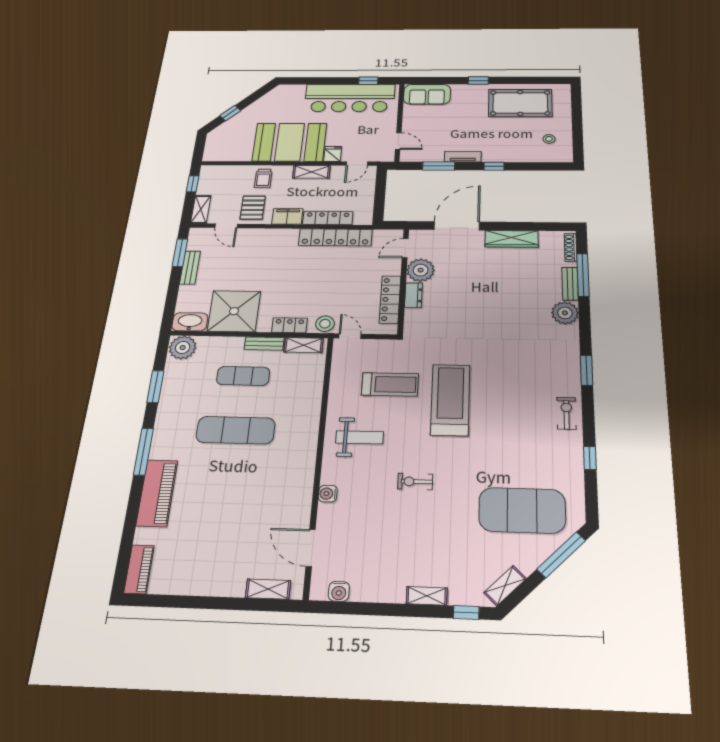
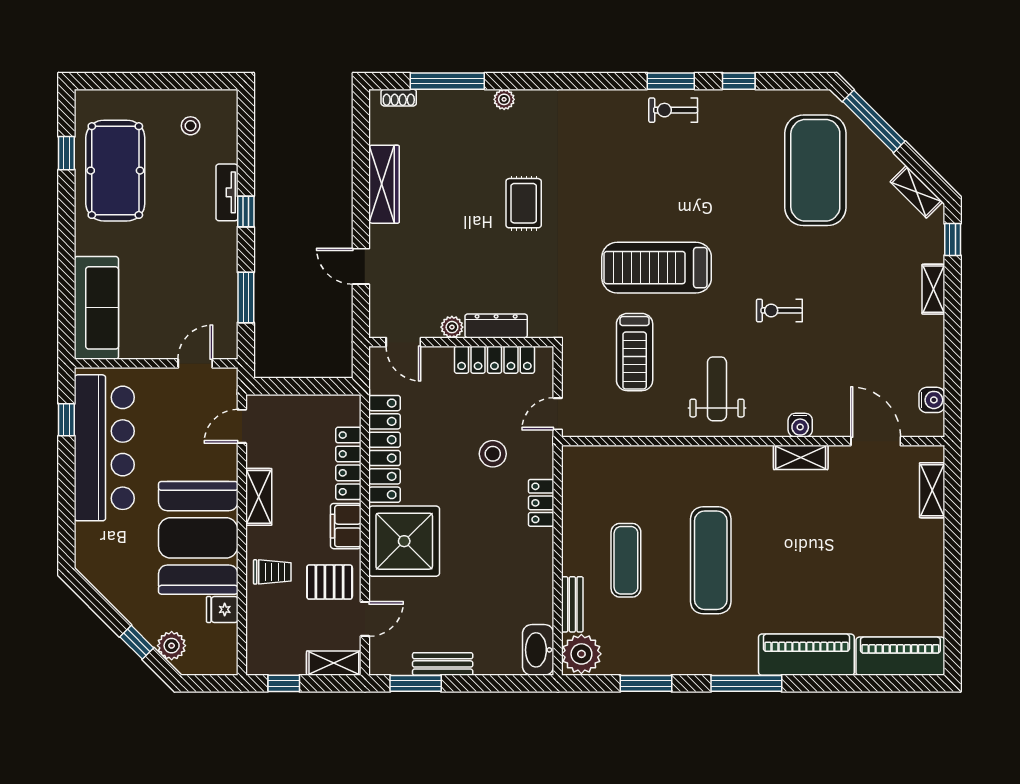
window: (478, 81) -> (66, 153), moved
sofa: (427, 94) -> (96, 308), width x1.36
plant: (226, 129) -> (172, 646), added
fridge: (333, 154) -> (222, 609), moved
tv unit: (463, 157) -> (227, 192), moved
door: (357, 164) -> (242, 426), swing flipped
door: (457, 226) -> (361, 266), width x0.53
shoe rack: (571, 247) -> (399, 98), width x0.70
plant: (421, 270) -> (452, 327), width x0.53, depth x0.53
bench: (570, 284) -> (463, 100), removed
dresser: (414, 295) -> (496, 326), width x1.44
shower: (234, 311) -> (404, 541), moved
plant: (565, 313) -> (504, 99), width x0.53, depth x0.53
rug: (498, 318) -> (524, 203), added
stool: (325, 324) -> (493, 454), moved
bench: (264, 343) -> (572, 604), moved
shelving: (304, 345) -> (801, 457), moved, turned 90
window: (586, 370) -> (671, 81), moved
treadmill: (390, 384) -> (635, 352), turned 180
exercise bike: (415, 482) -> (779, 310), turned 90
door: (311, 548) -> (876, 441), swing flipped
piano: (139, 569) -> (900, 656), width x1.37, depth x1.33

